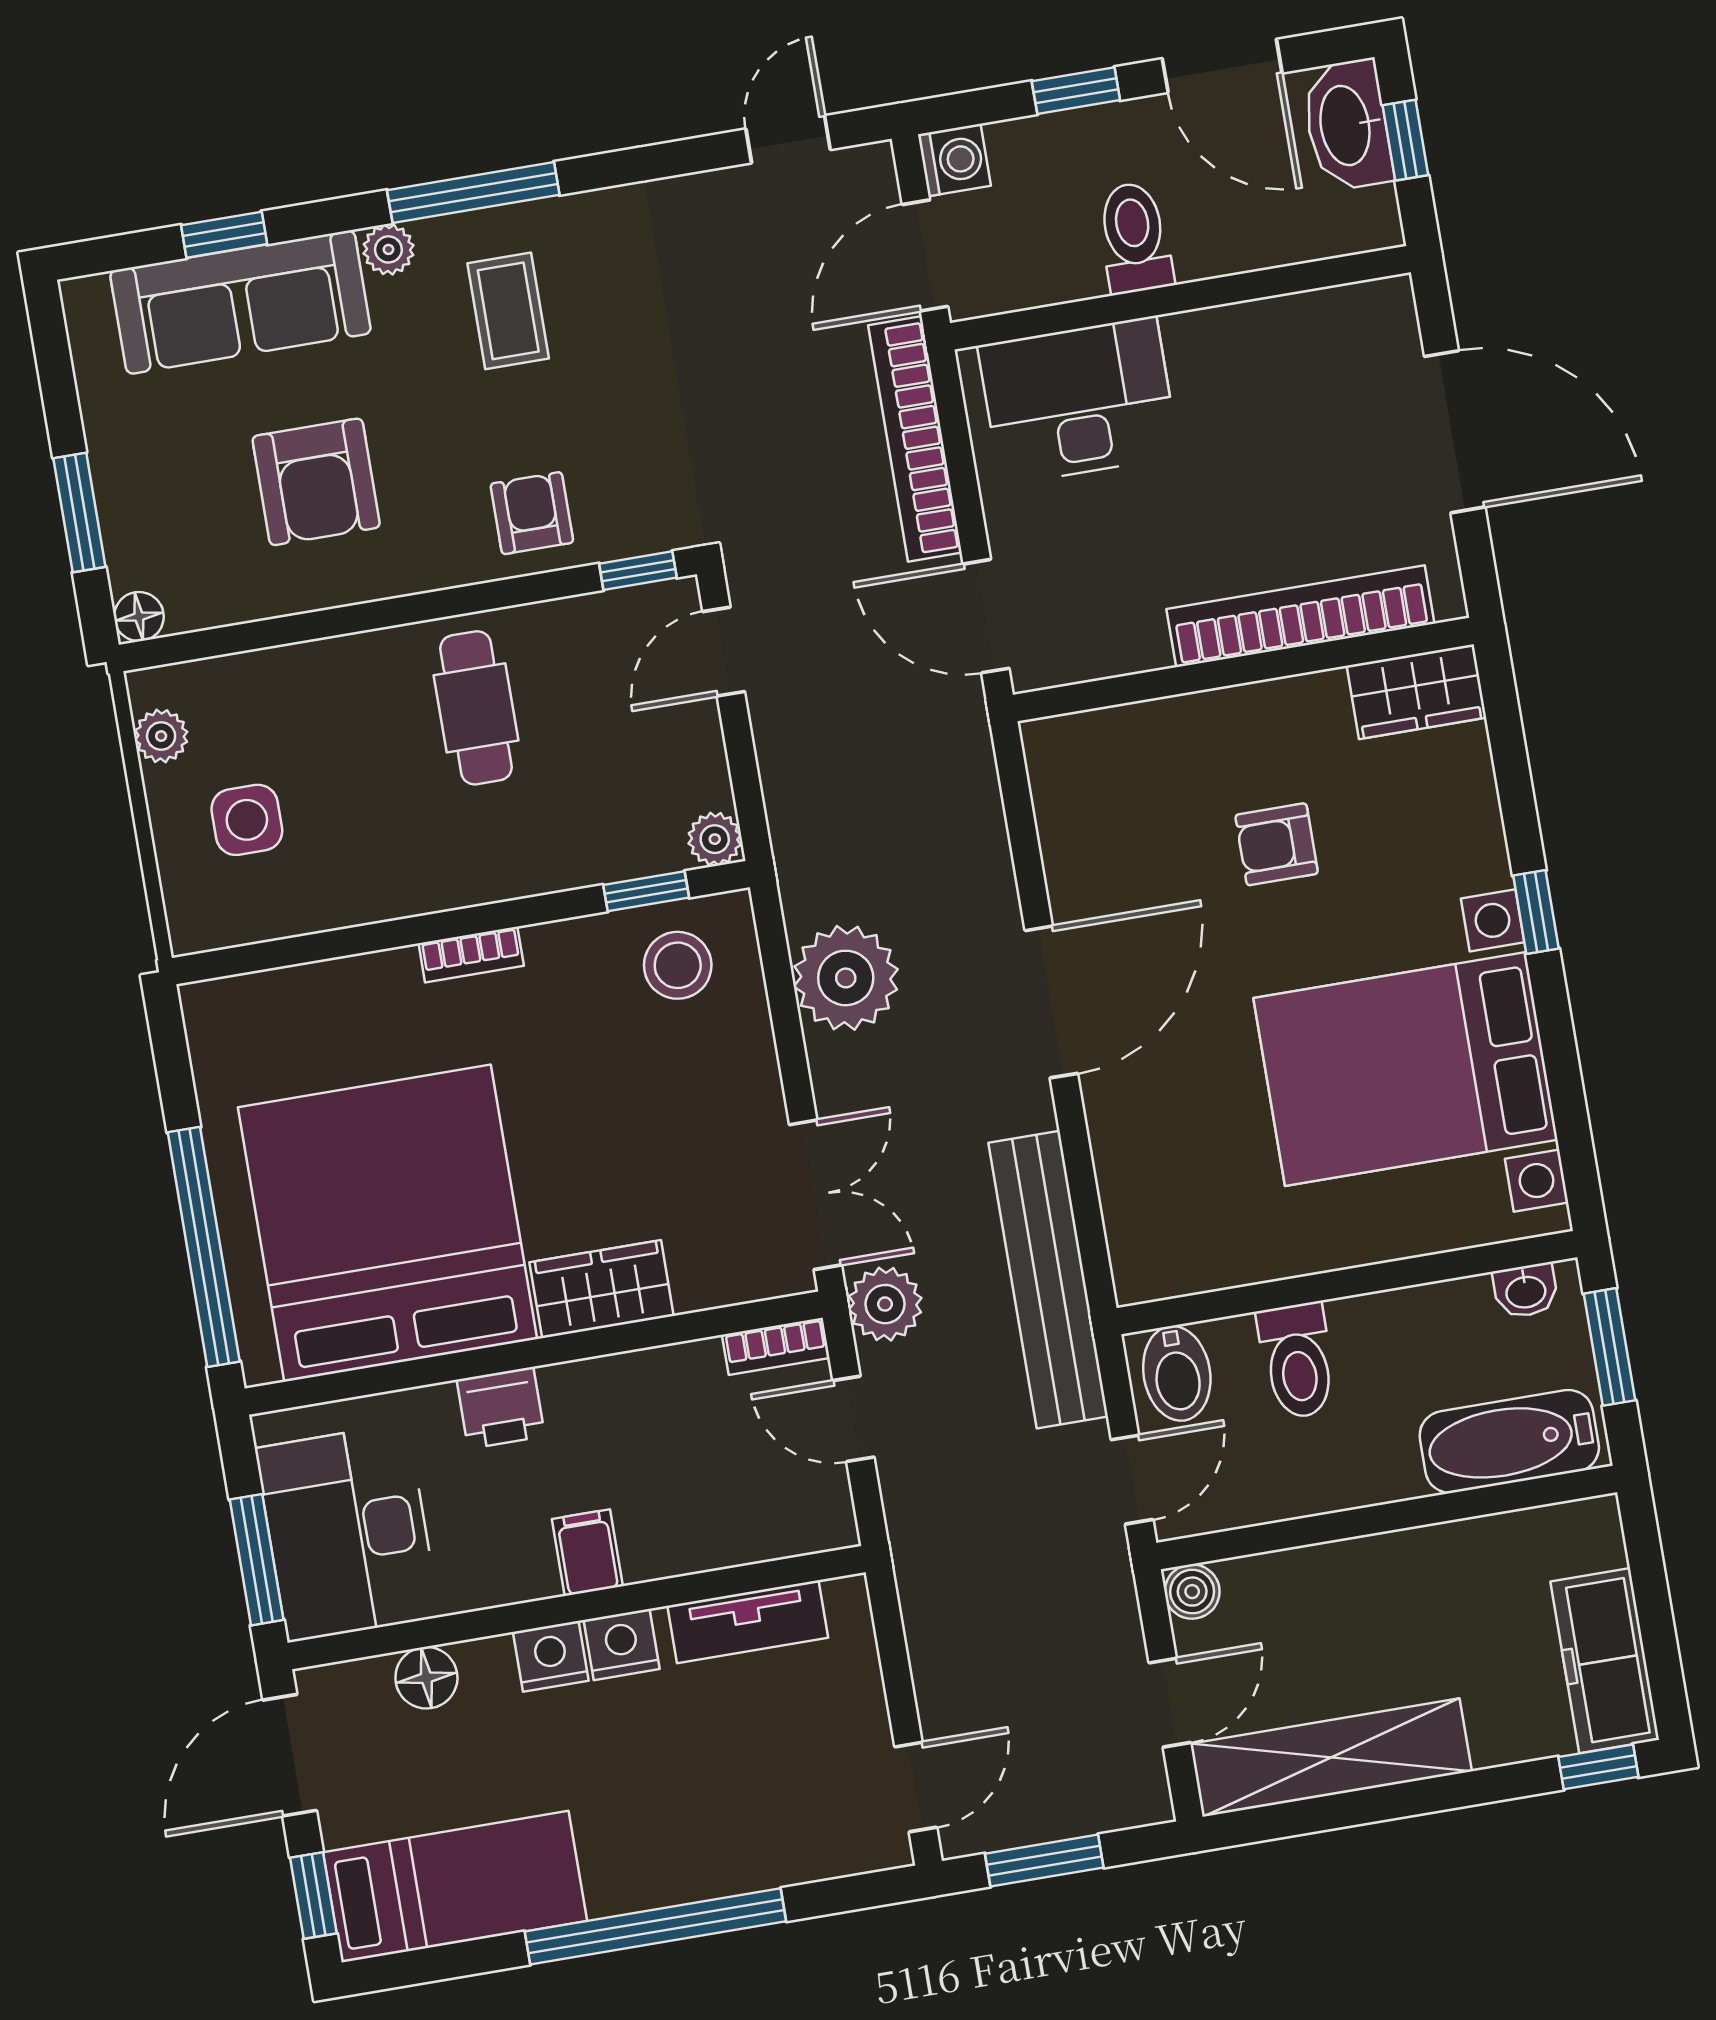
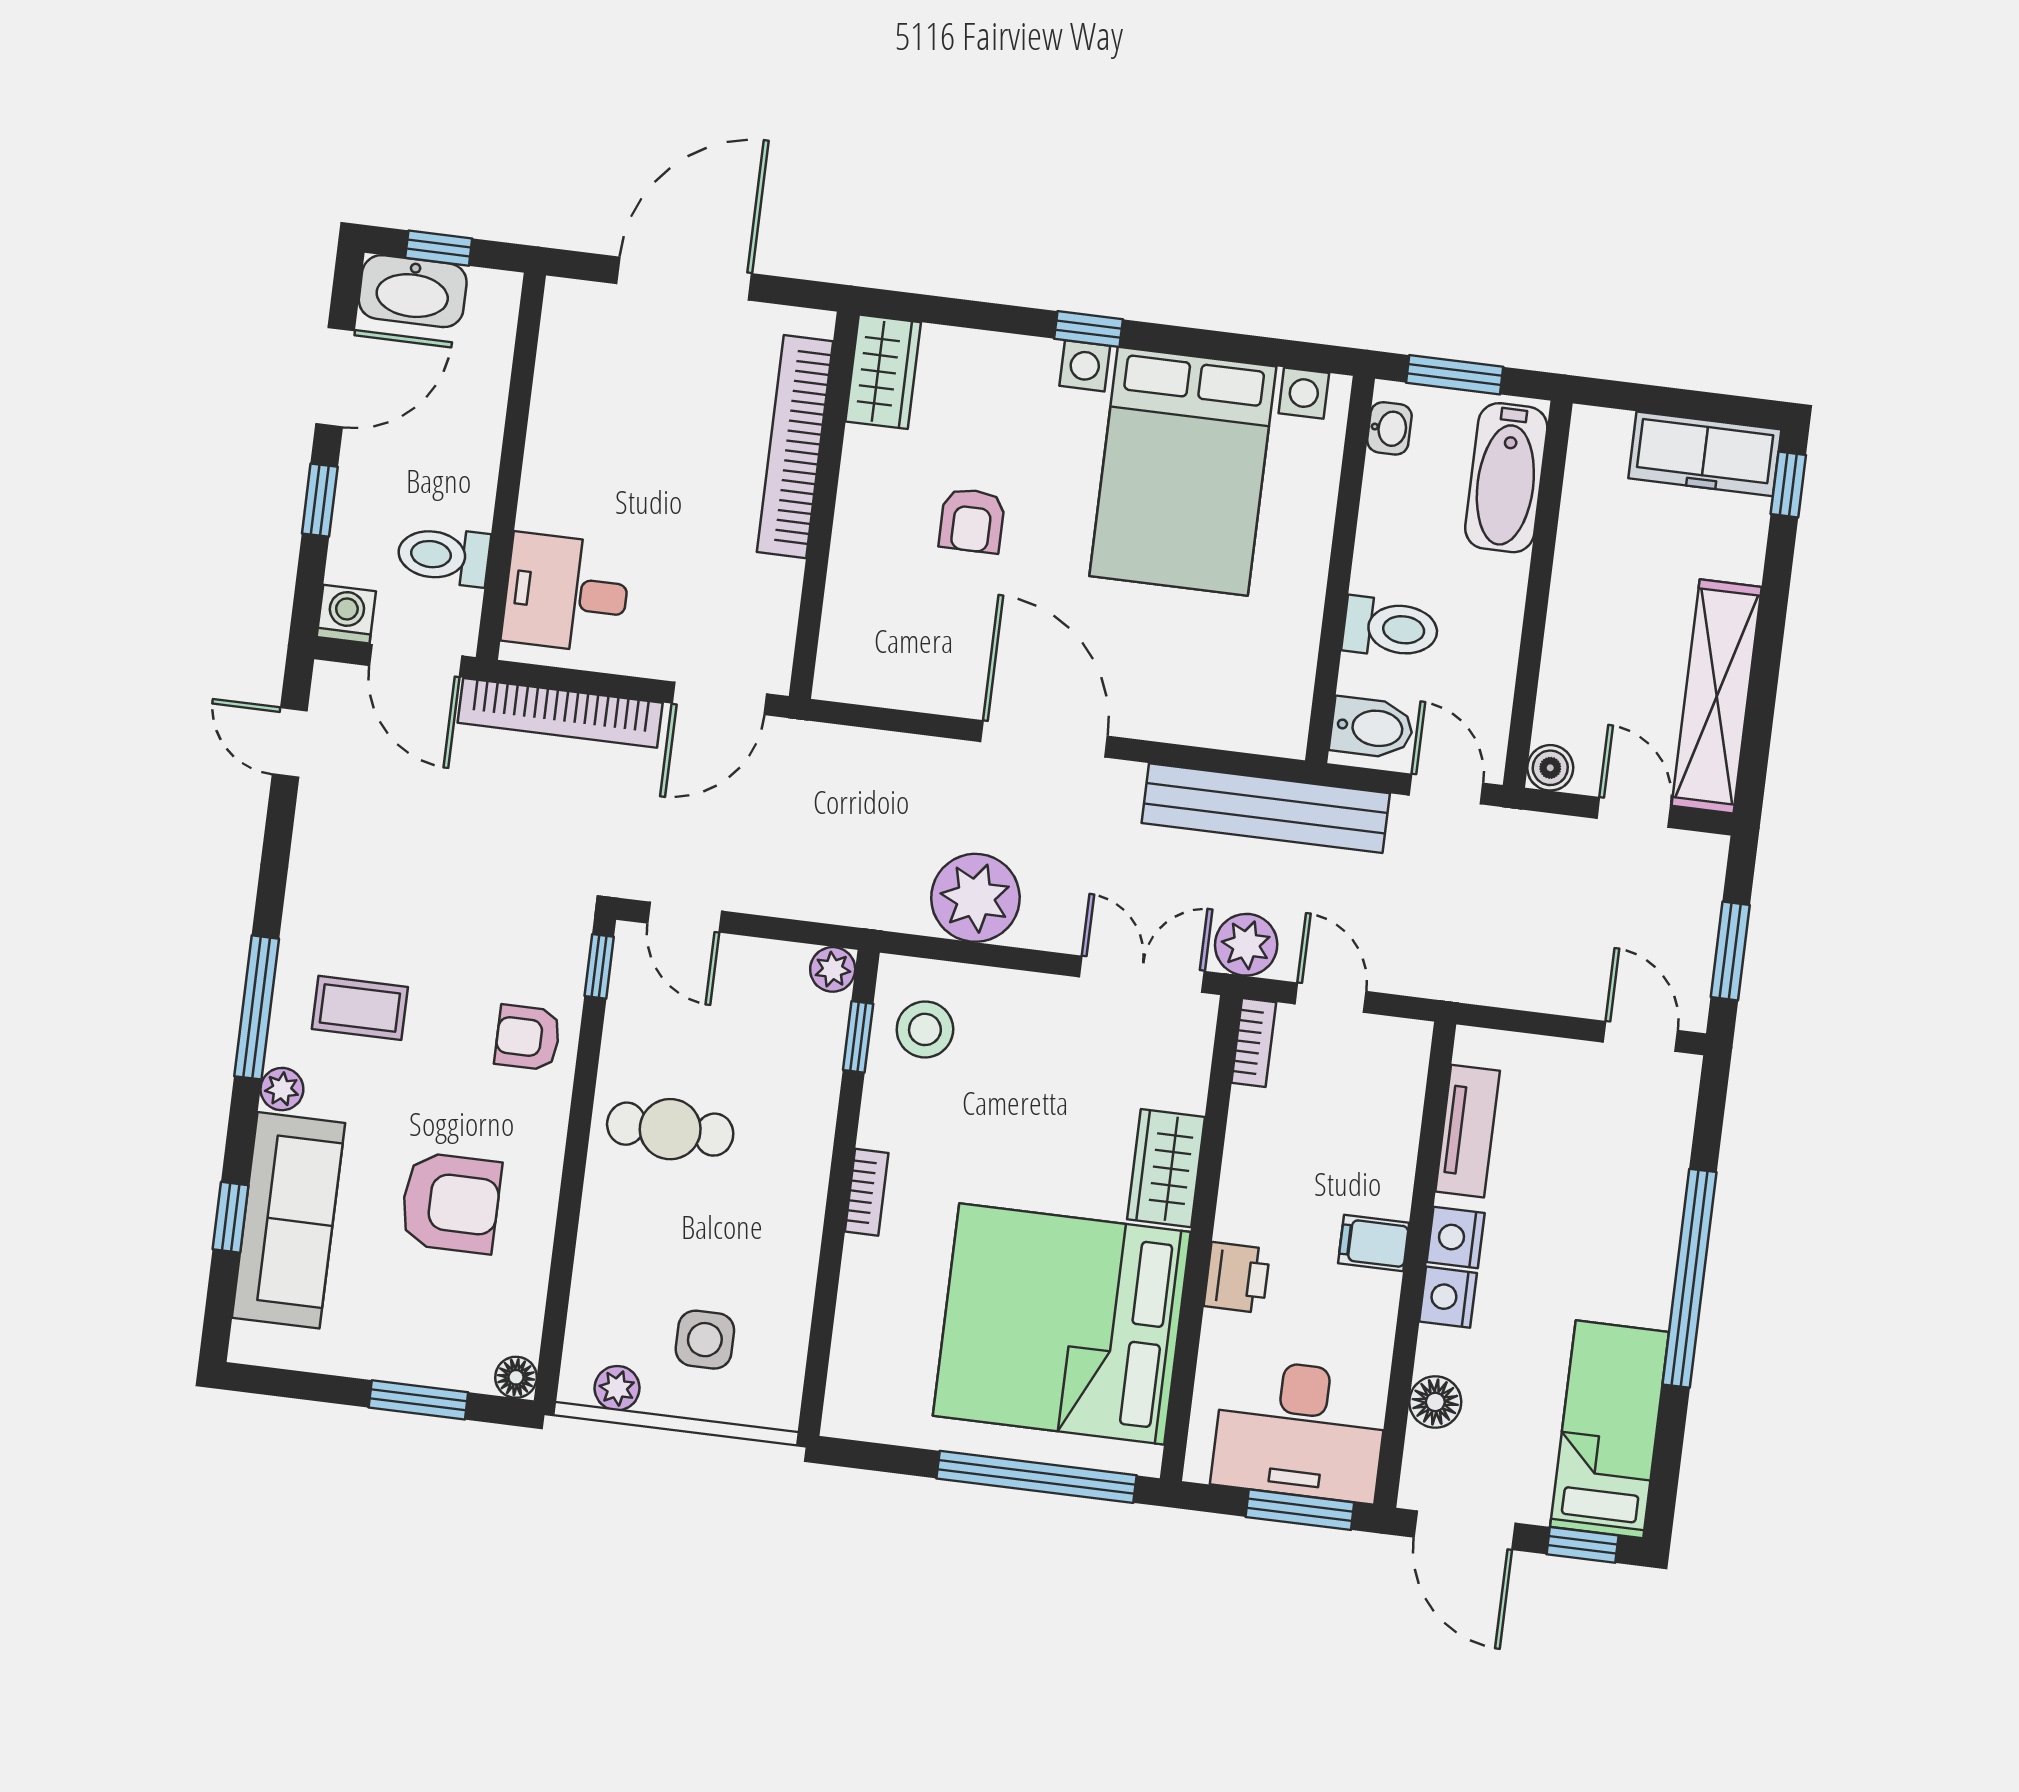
toilet: (1135, 238) -> (443, 556), moved
desk: (1078, 401) -> (566, 593), width x0.73
door: (853, 1419) -> (1331, 998), swing flipped

